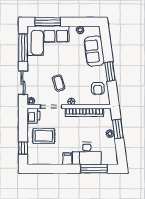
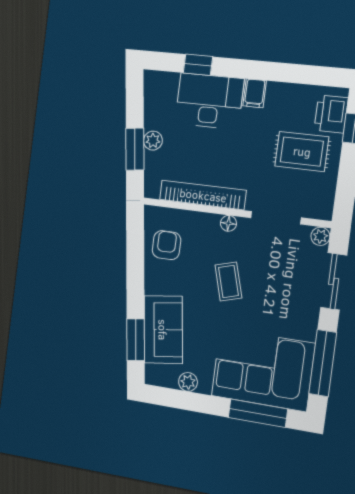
window: (110, 71) -> (136, 340), moved
coffee table: (59, 83) -> (228, 281), moved
printer: (33, 116) -> (331, 114), moved
window: (94, 169) -> (198, 65), width x0.46

